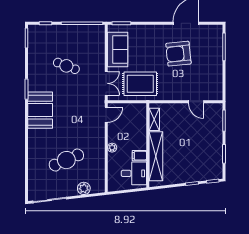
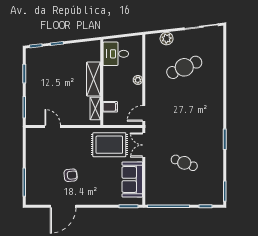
armchair: (178, 54) -> (71, 175), width x0.53, depth x0.53
booth: (40, 110) -> (211, 118), removed
filing cabinet: (139, 156) -> (110, 107), moved
shelving: (156, 156) -> (94, 79), width x0.68

